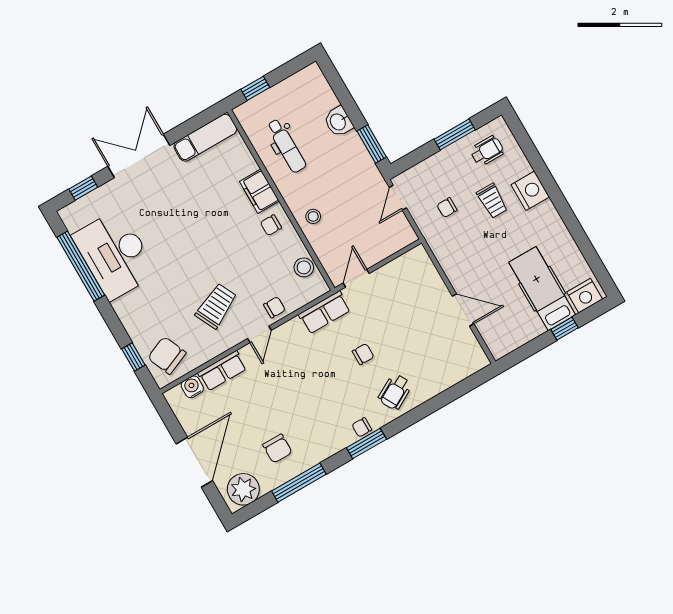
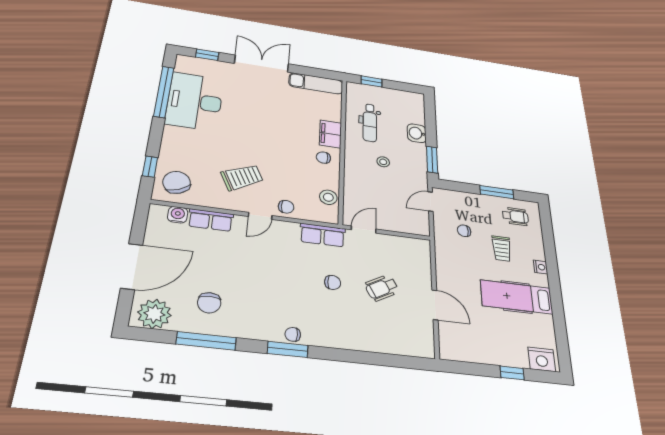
nightstand: (530, 191) -> (541, 267), width x0.53, depth x0.56
stool: (313, 216) -> (383, 162), moved
hospital bed: (542, 289) -> (517, 297), moved, turned -90
wheelchair: (395, 392) -> (382, 288), moved

